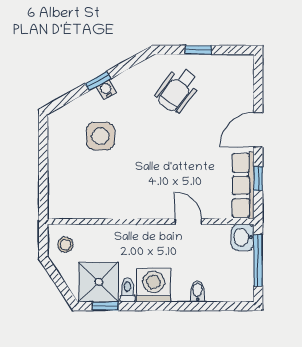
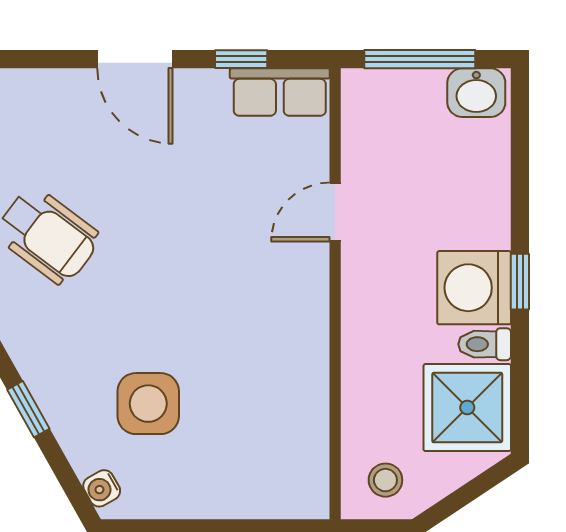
water cooler: (106, 90) -> (102, 488), moved
row of seats: (243, 185) -> (280, 92), width x0.68
washbasin: (243, 237) -> (476, 93), moved
bidet: (198, 292) -> (488, 192), removed
window: (105, 306) -> (520, 282), moved

